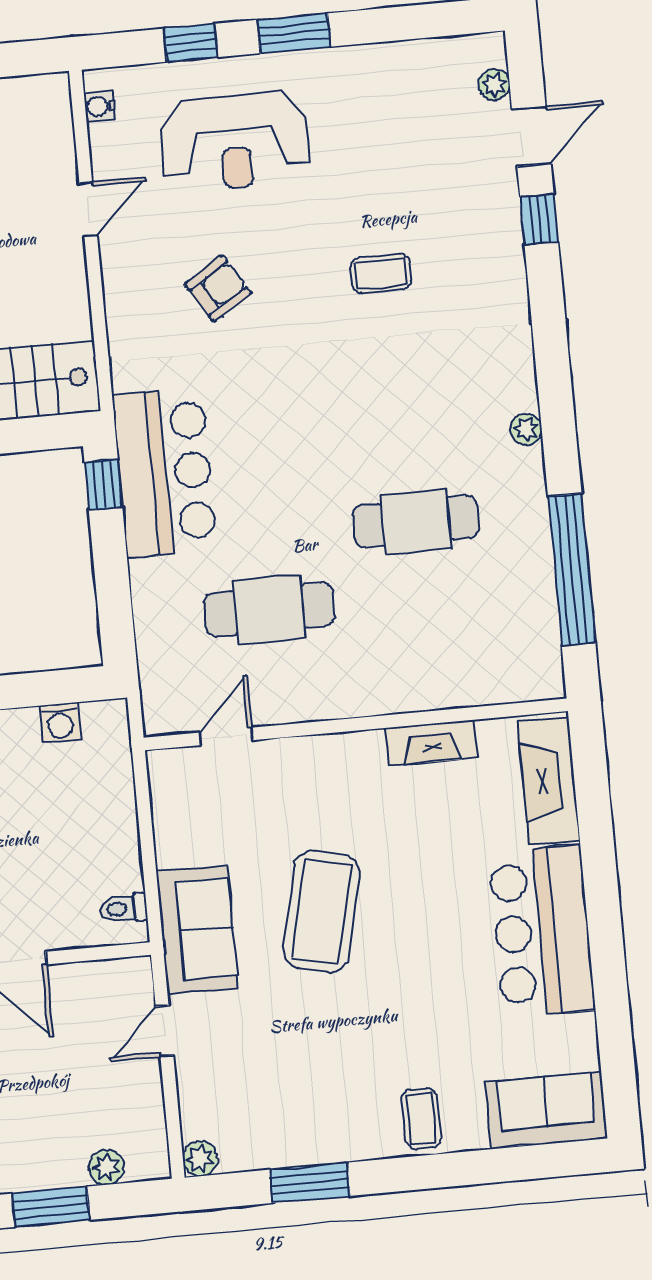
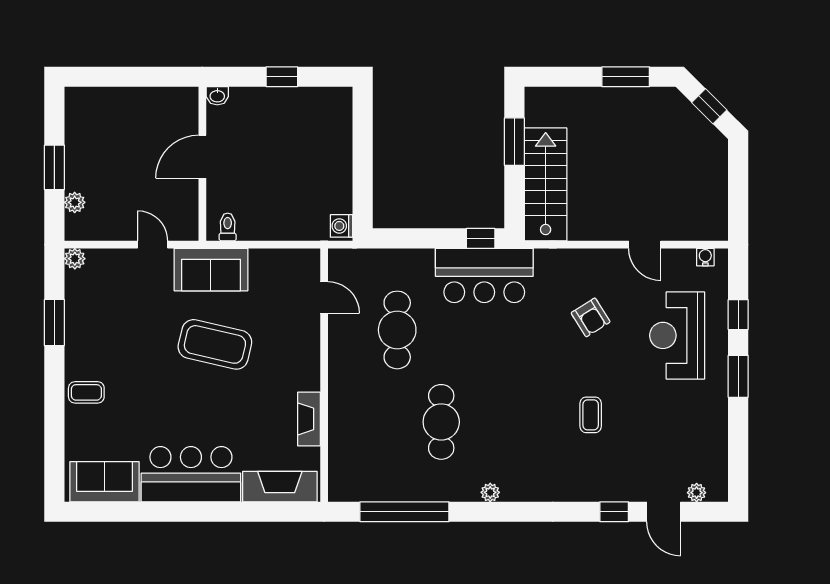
washing machine: (60, 723) -> (342, 226), moved
sofa: (547, 1110) -> (104, 482), moved, turned -90

